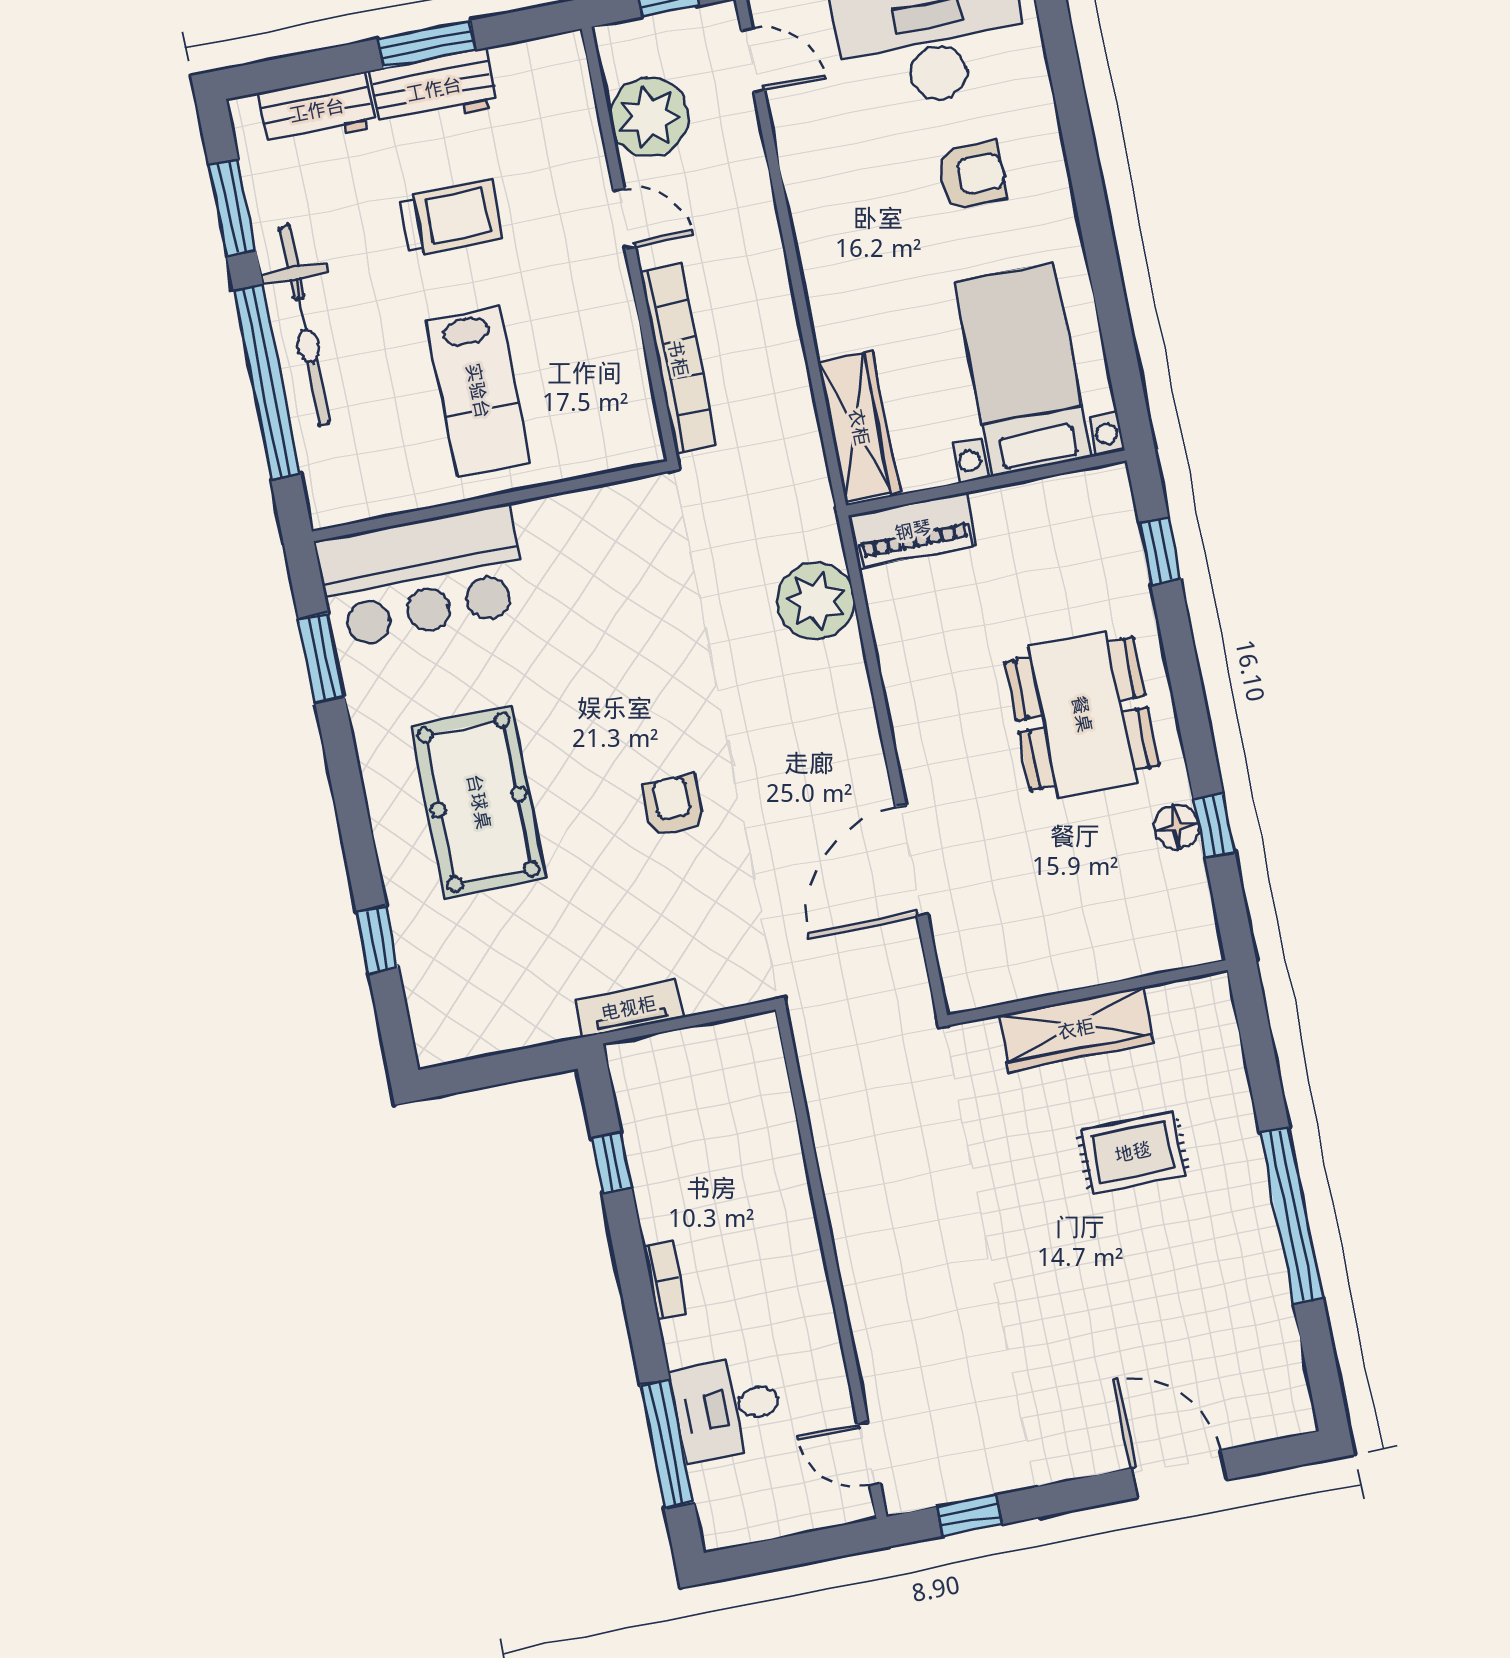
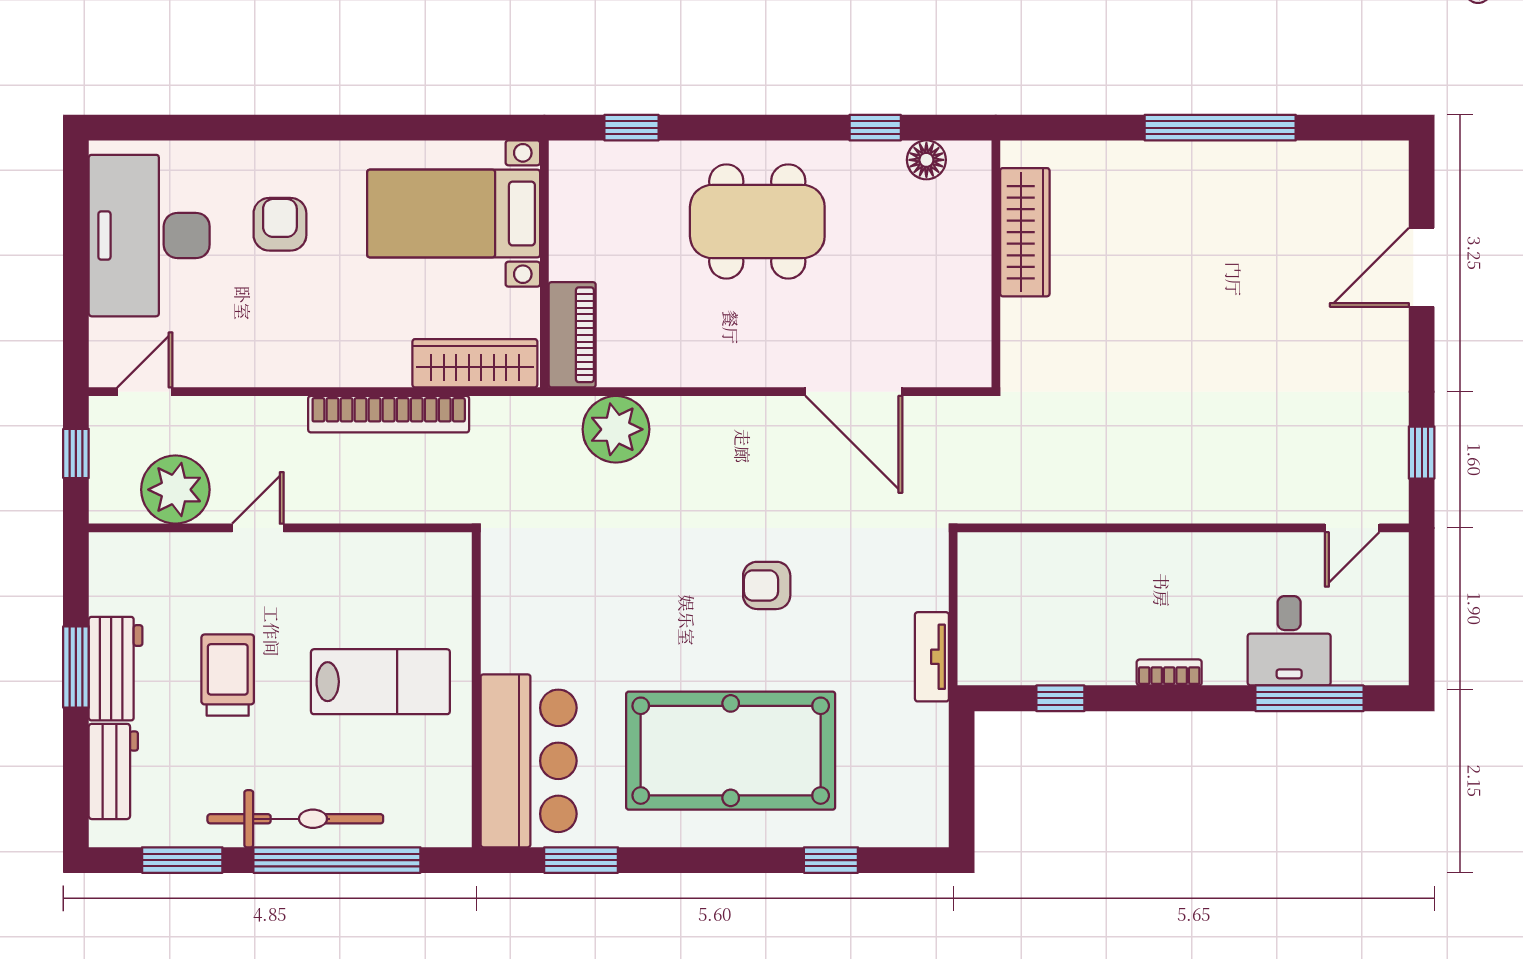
bookcase: (678, 358) -> (389, 414), moved, turned 180
pool table: (479, 802) -> (731, 751), width x1.36, depth x1.32
floor lamp: (1177, 827) -> (926, 160), moved
wardrobe: (1076, 1029) -> (1025, 232), moved
rug: (1133, 1152) -> (1140, 252), removed

